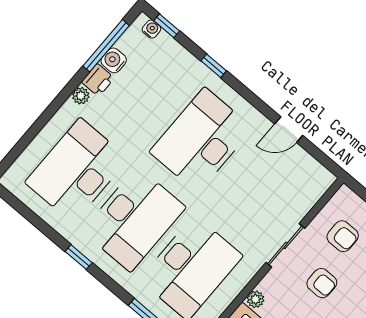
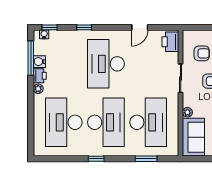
printer: (314, 184) -> (170, 42), added

